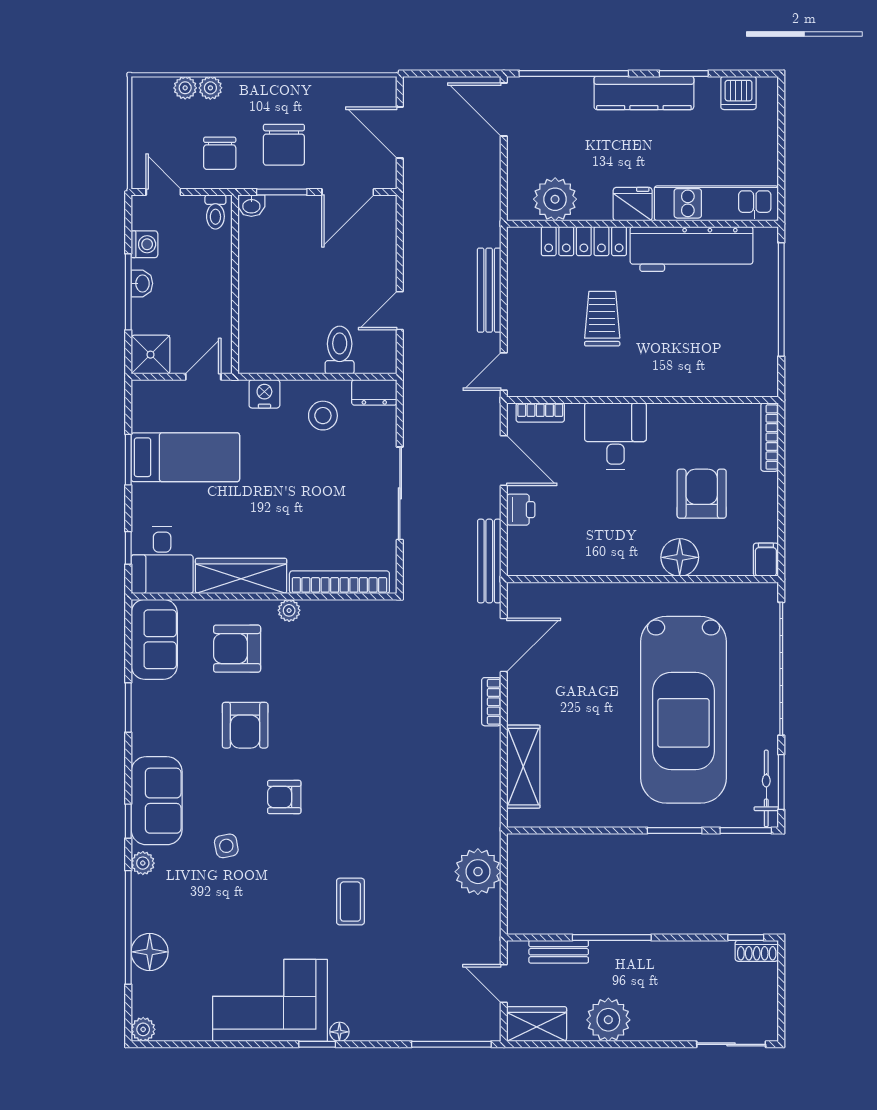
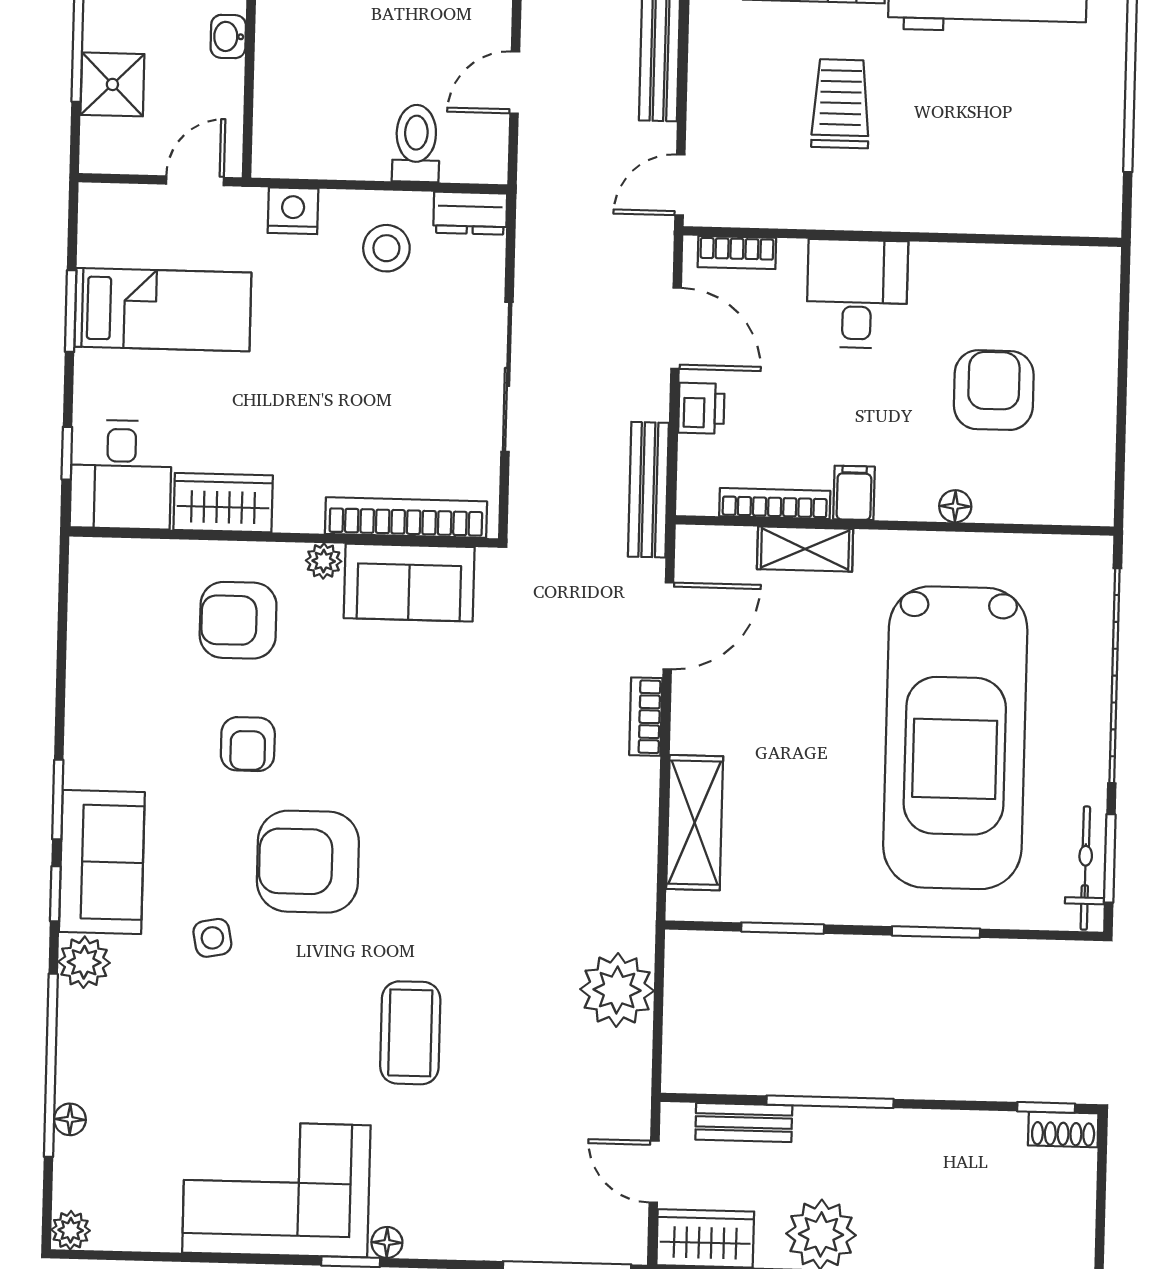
washbasin: (142, 283) -> (228, 36), moved, turned 180
shower: (150, 355) -> (112, 84), moved
bookcase: (770, 437) -> (775, 503), moved, turned 90
floor lamp: (680, 557) -> (955, 506), width x0.53, depth x0.53
filing cabinet: (766, 560) -> (854, 493), moved
wardrobe: (241, 576) -> (223, 503), width x0.67
shelving: (587, 595) -> (805, 549), added
sofa: (154, 639) -> (409, 583), moved, turned 90
window: (128, 707) -> (58, 800), moved
armchair: (245, 725) -> (248, 744), width x0.72, depth x0.72
armchair: (284, 797) -> (308, 862), width x1.88, depth x1.88
window: (746, 831) -> (783, 928), moved
plant: (143, 863) -> (84, 962), width x1.38, depth x1.38
coffee table: (350, 902) -> (410, 1033), width x1.36, depth x1.30
floor lamp: (150, 952) -> (70, 1119), width x0.53, depth x0.53

